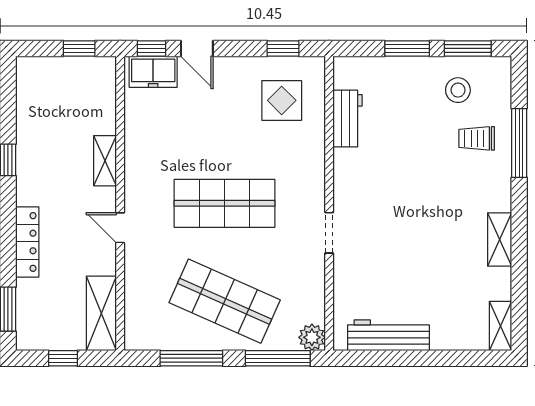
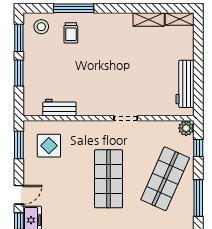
window: (283, 48) -> (19, 145), width x1.50
stool: (458, 90) -> (41, 27), moved
shelving: (500, 240) -> (149, 20), moved
window: (278, 358) -> (198, 148), width x0.46

